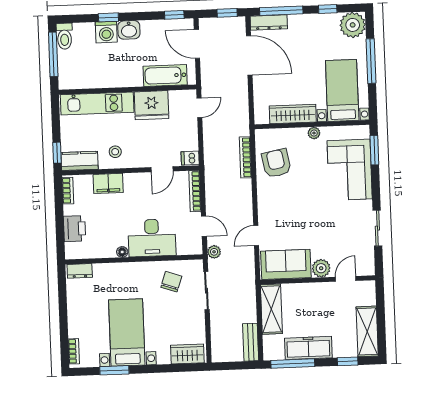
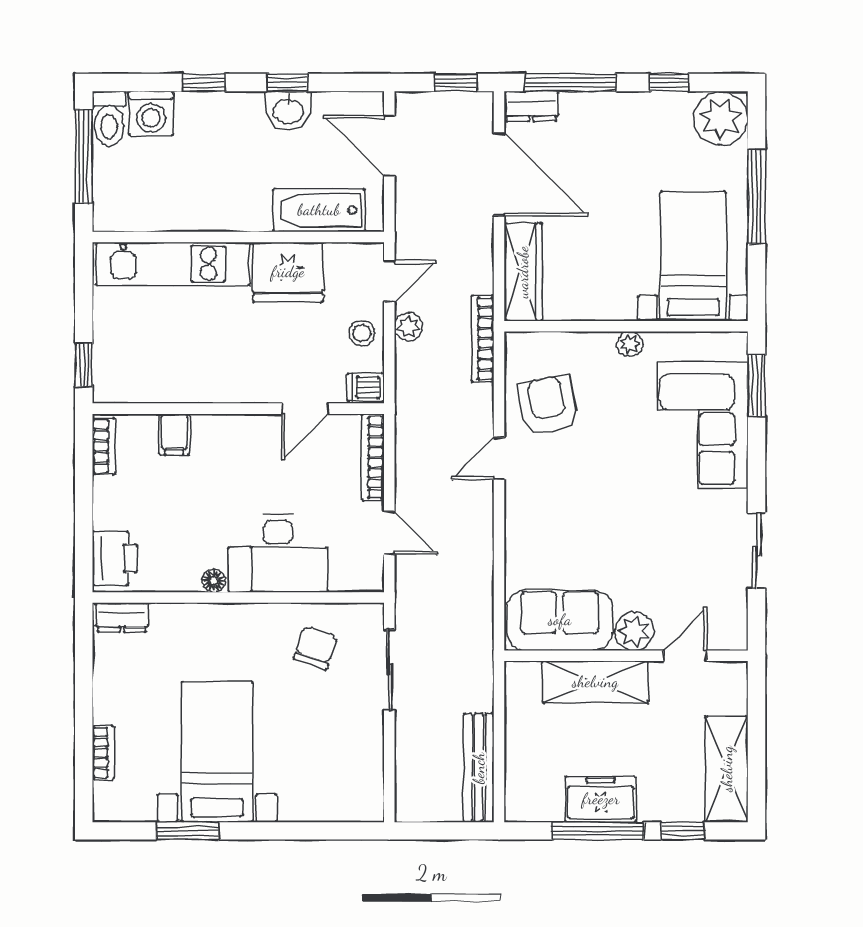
window: (174, 15) -> (287, 83), moved
dresser: (269, 22) -> (531, 106), width x0.70
washbasin: (129, 30) -> (289, 111), moved
washing machine: (106, 32) -> (151, 113), moved
wardrobe: (293, 114) -> (523, 272), moved, turned 90
stool: (115, 152) -> (362, 333), moved
bookcase: (245, 157) -> (483, 339), moved
kitchen counter: (80, 161) -> (131, 384), removed
filing cabinet: (108, 183) -> (174, 434), width x0.50
printer: (74, 229) -> (115, 558), moved
door: (256, 235) -> (499, 458), moved
plant: (214, 252) -> (409, 327), moved
shelving: (271, 309) -> (595, 682), moved, turned 90
bench: (251, 342) -> (479, 768), width x1.36
freezer: (308, 348) -> (601, 799), width x0.71
bookcase: (74, 351) -> (103, 753), moved
wardrobe: (187, 354) -> (344, 802), removed
window: (293, 363) -> (598, 831), moved

